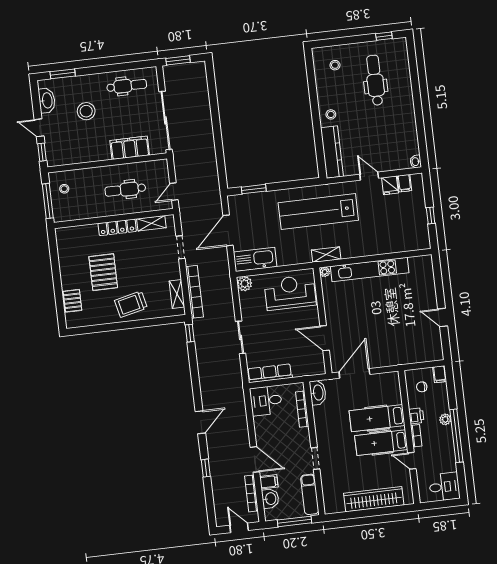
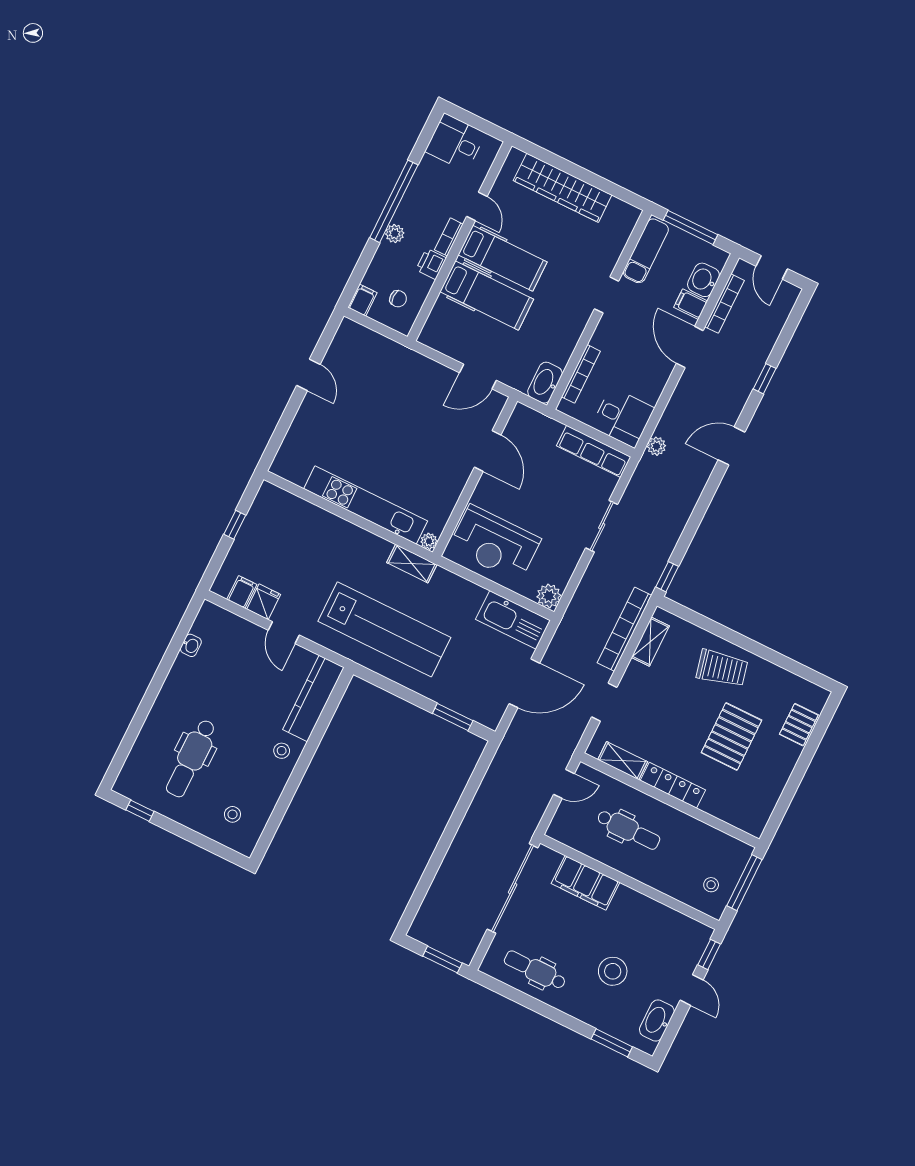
washbasin: (416, 162) -> (191, 645), moved
door: (354, 373) -> (478, 377), width x0.73
plant: (239, 397) -> (656, 446), added

